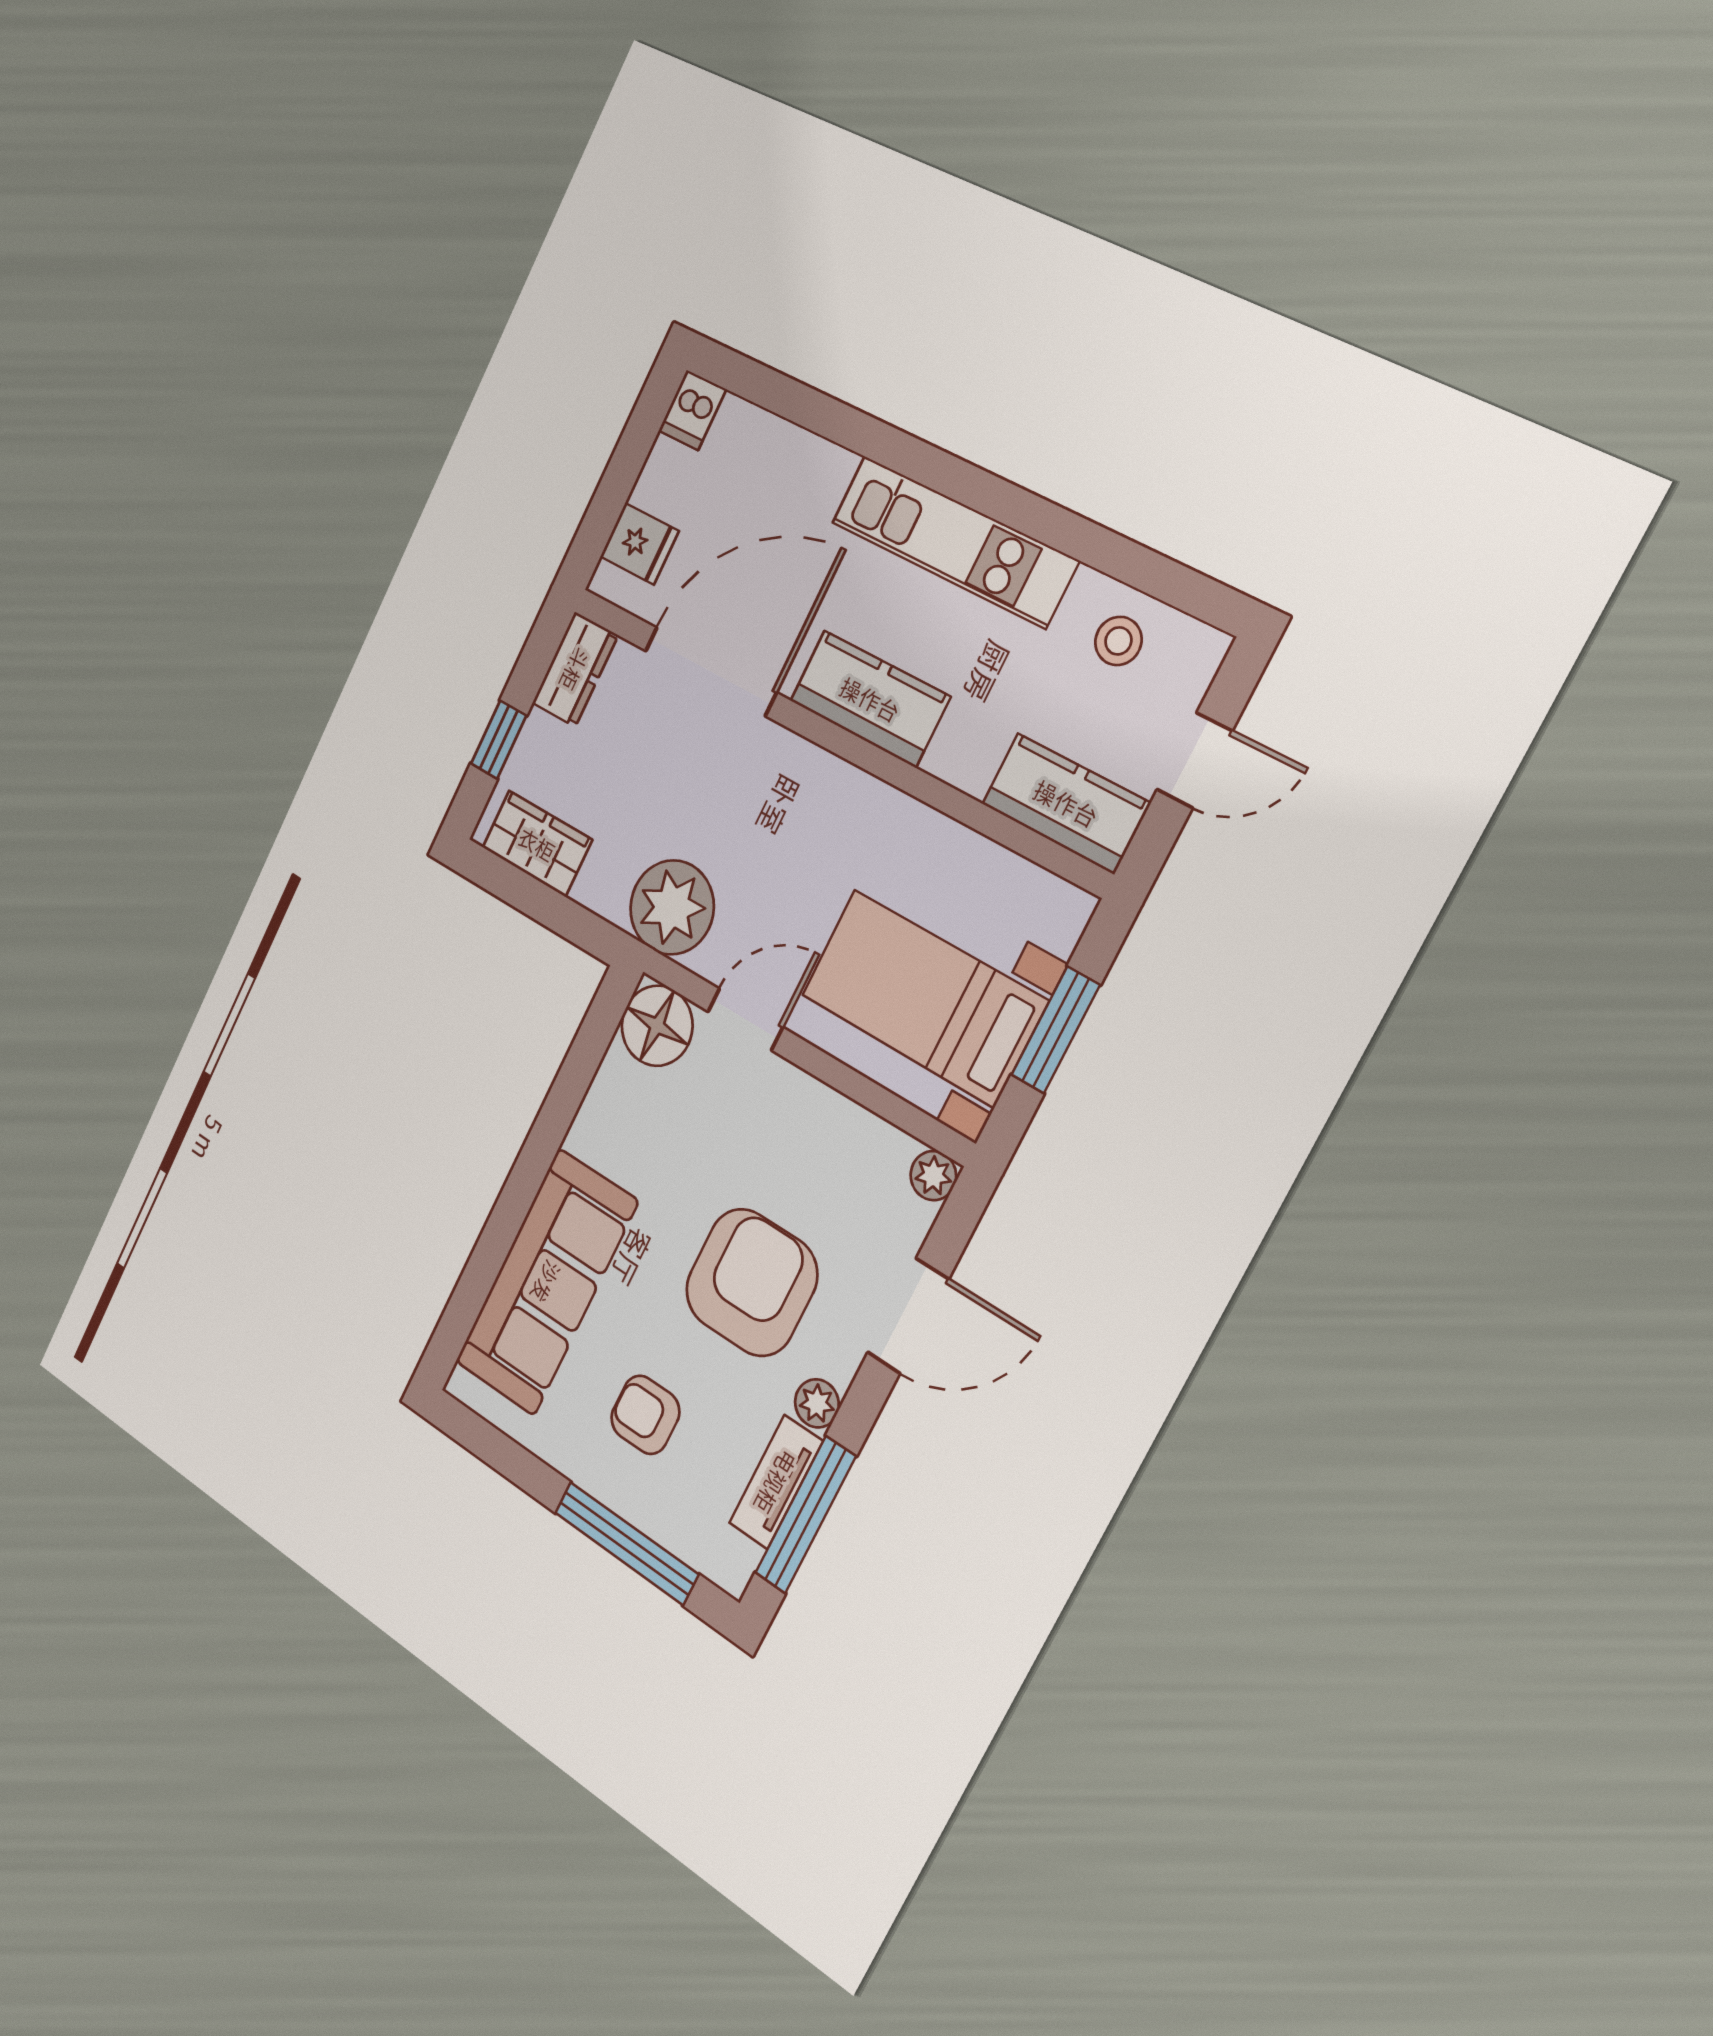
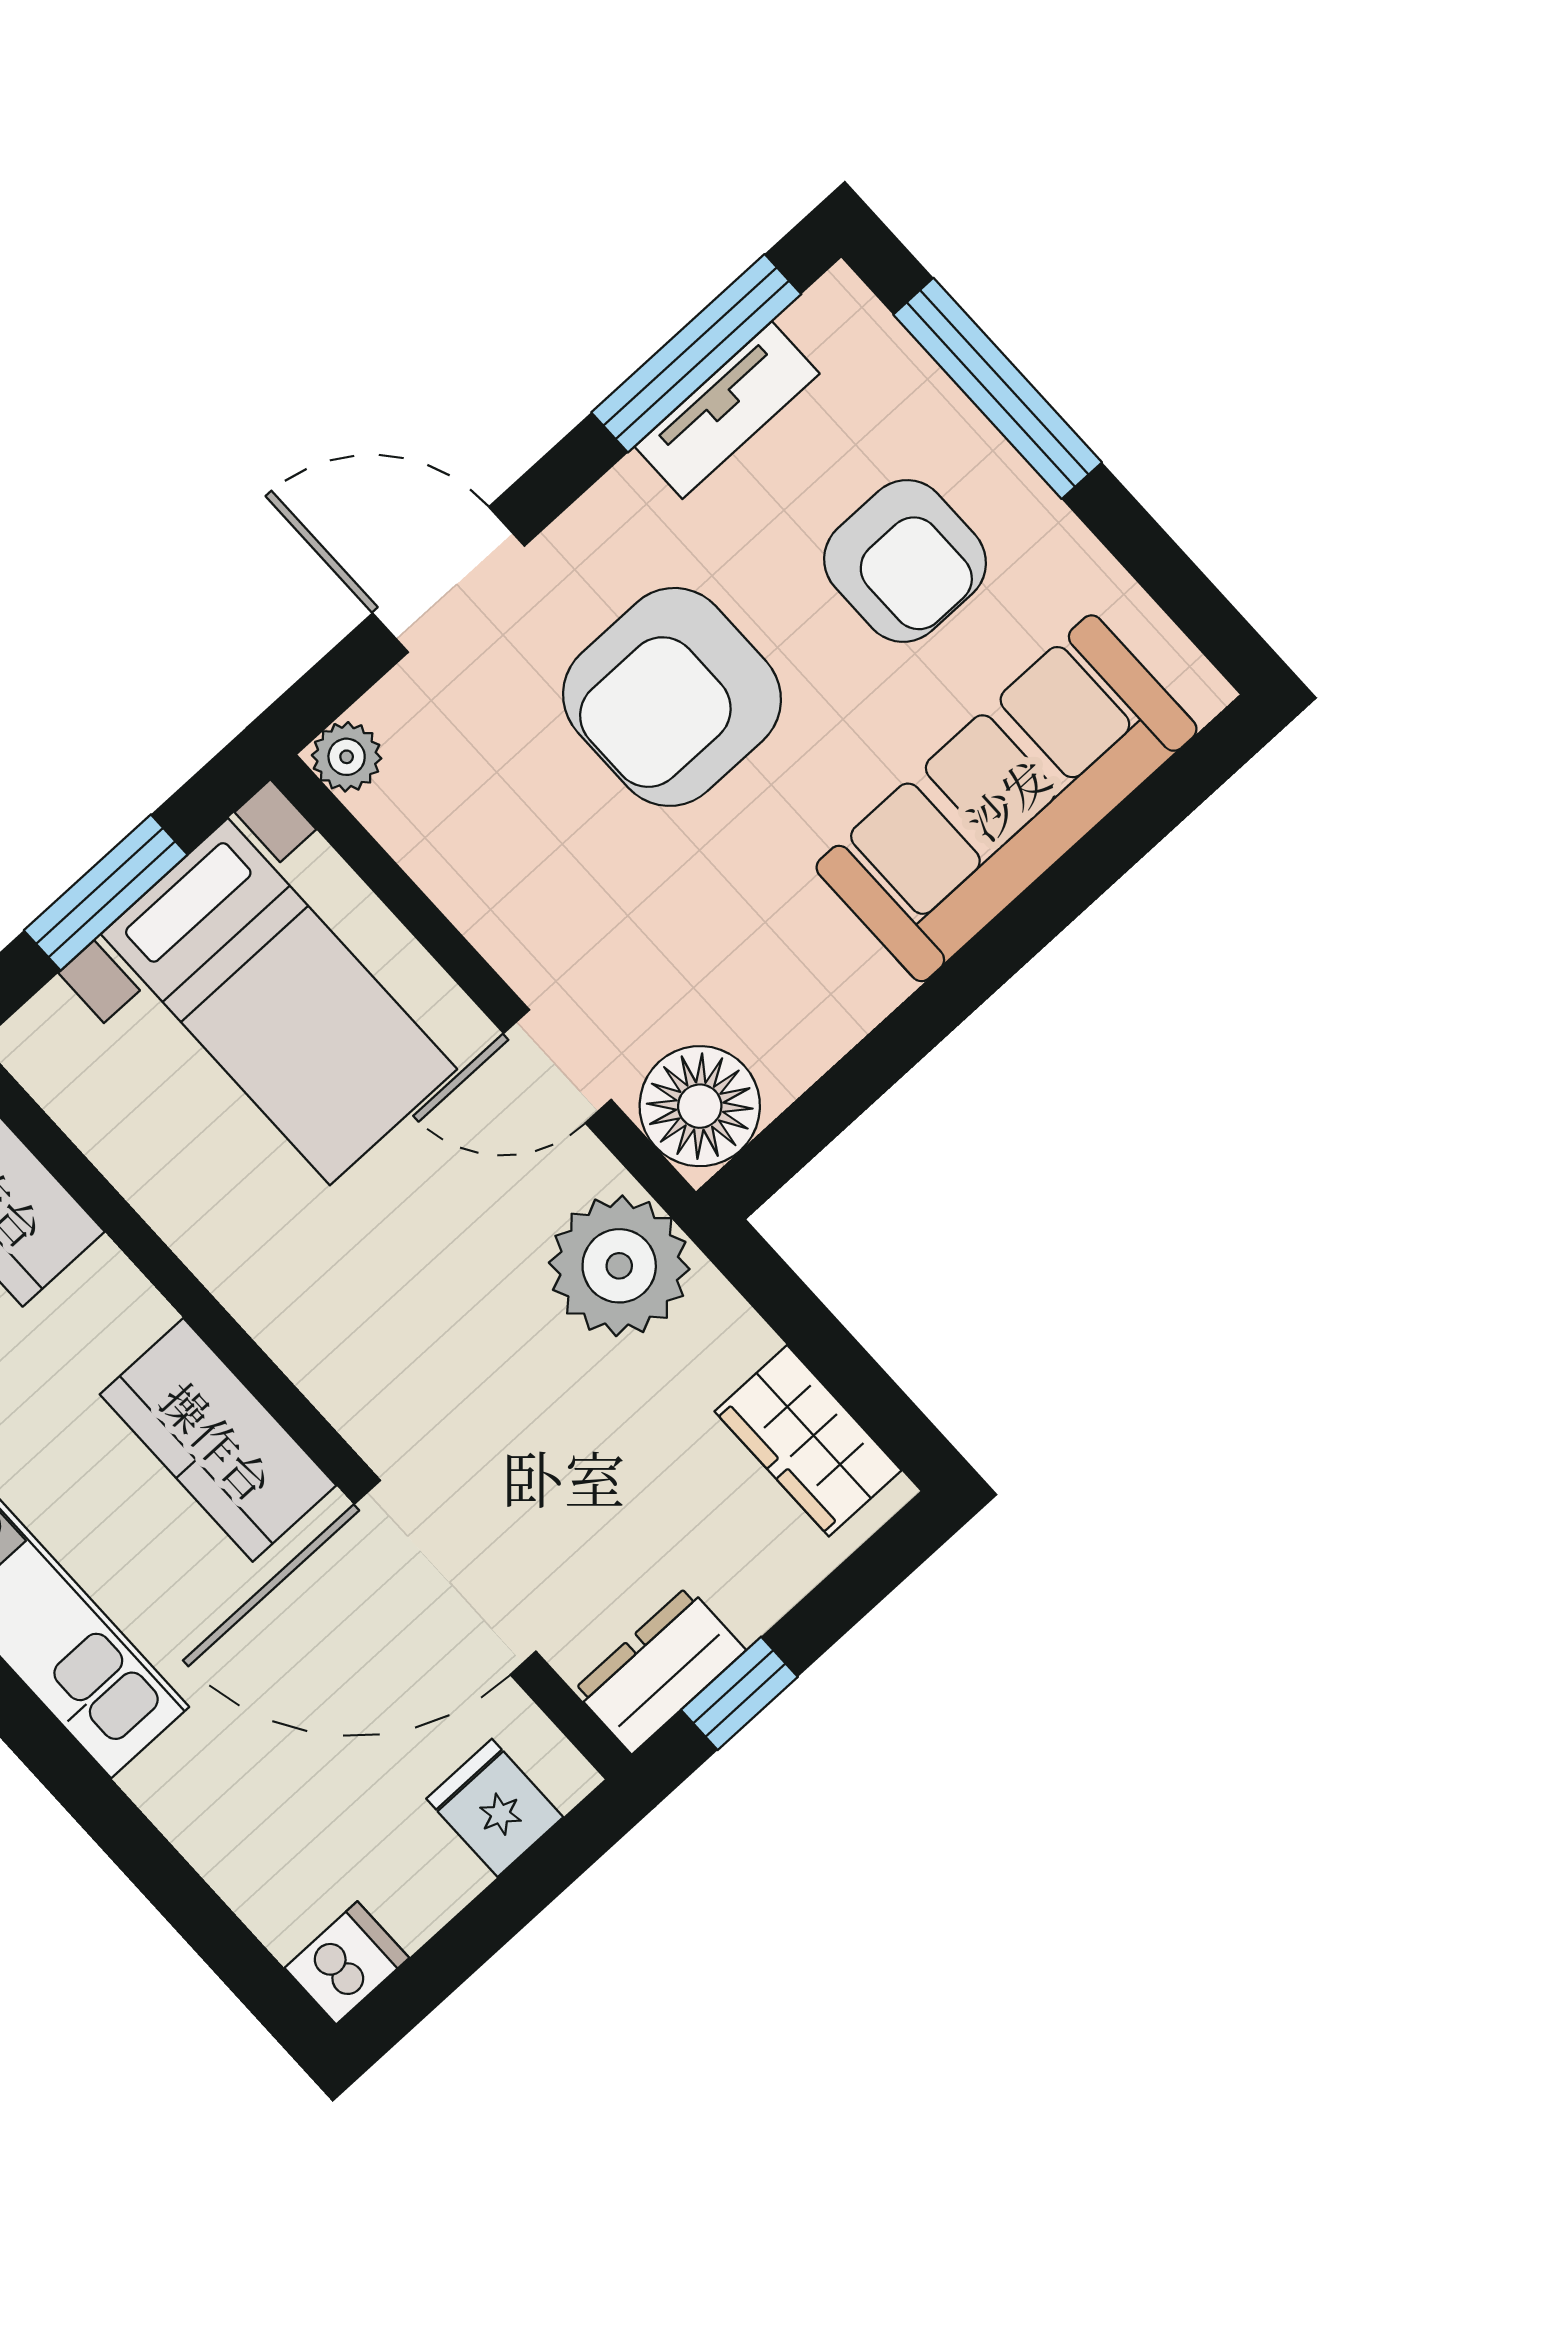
window: (499, 740) -> (739, 1693), moved
plant: (817, 1403) -> (627, 501), removed
armchair: (645, 1415) -> (905, 561), width x1.38, depth x1.38

